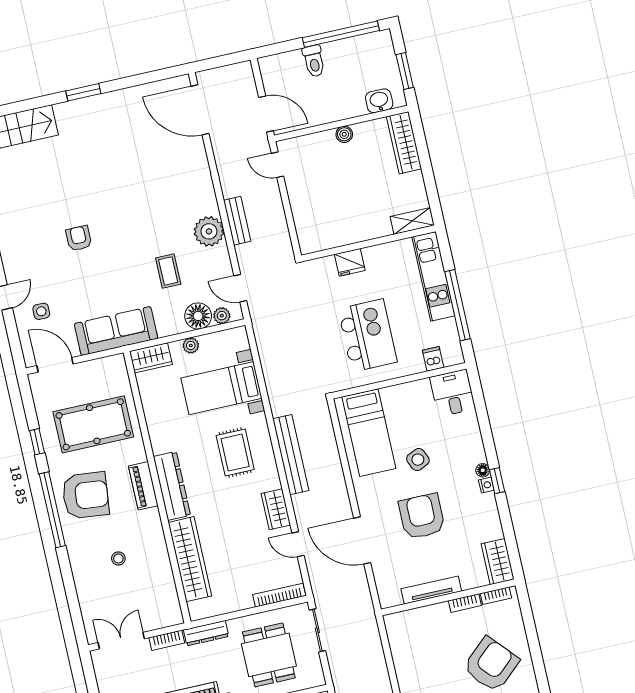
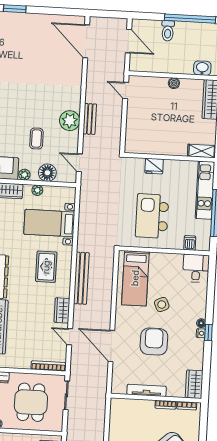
door: (266, 114) -> (128, 41), moved
plant: (222, 316) -> (24, 175), moved
kitchen island: (367, 335) -> (152, 216), turned 180

